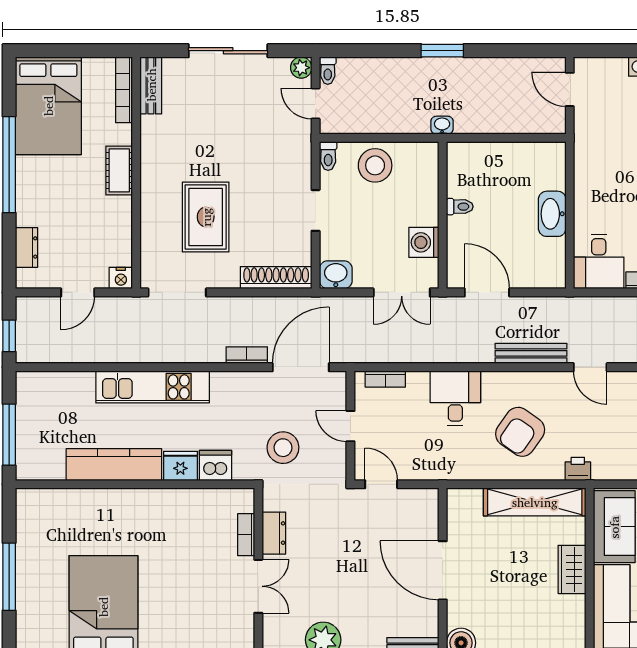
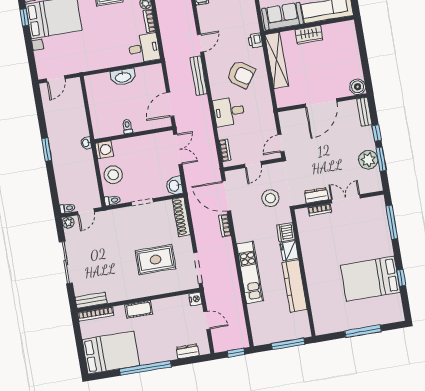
washing machine: (424, 242) -> (104, 150), moved, turned -90

